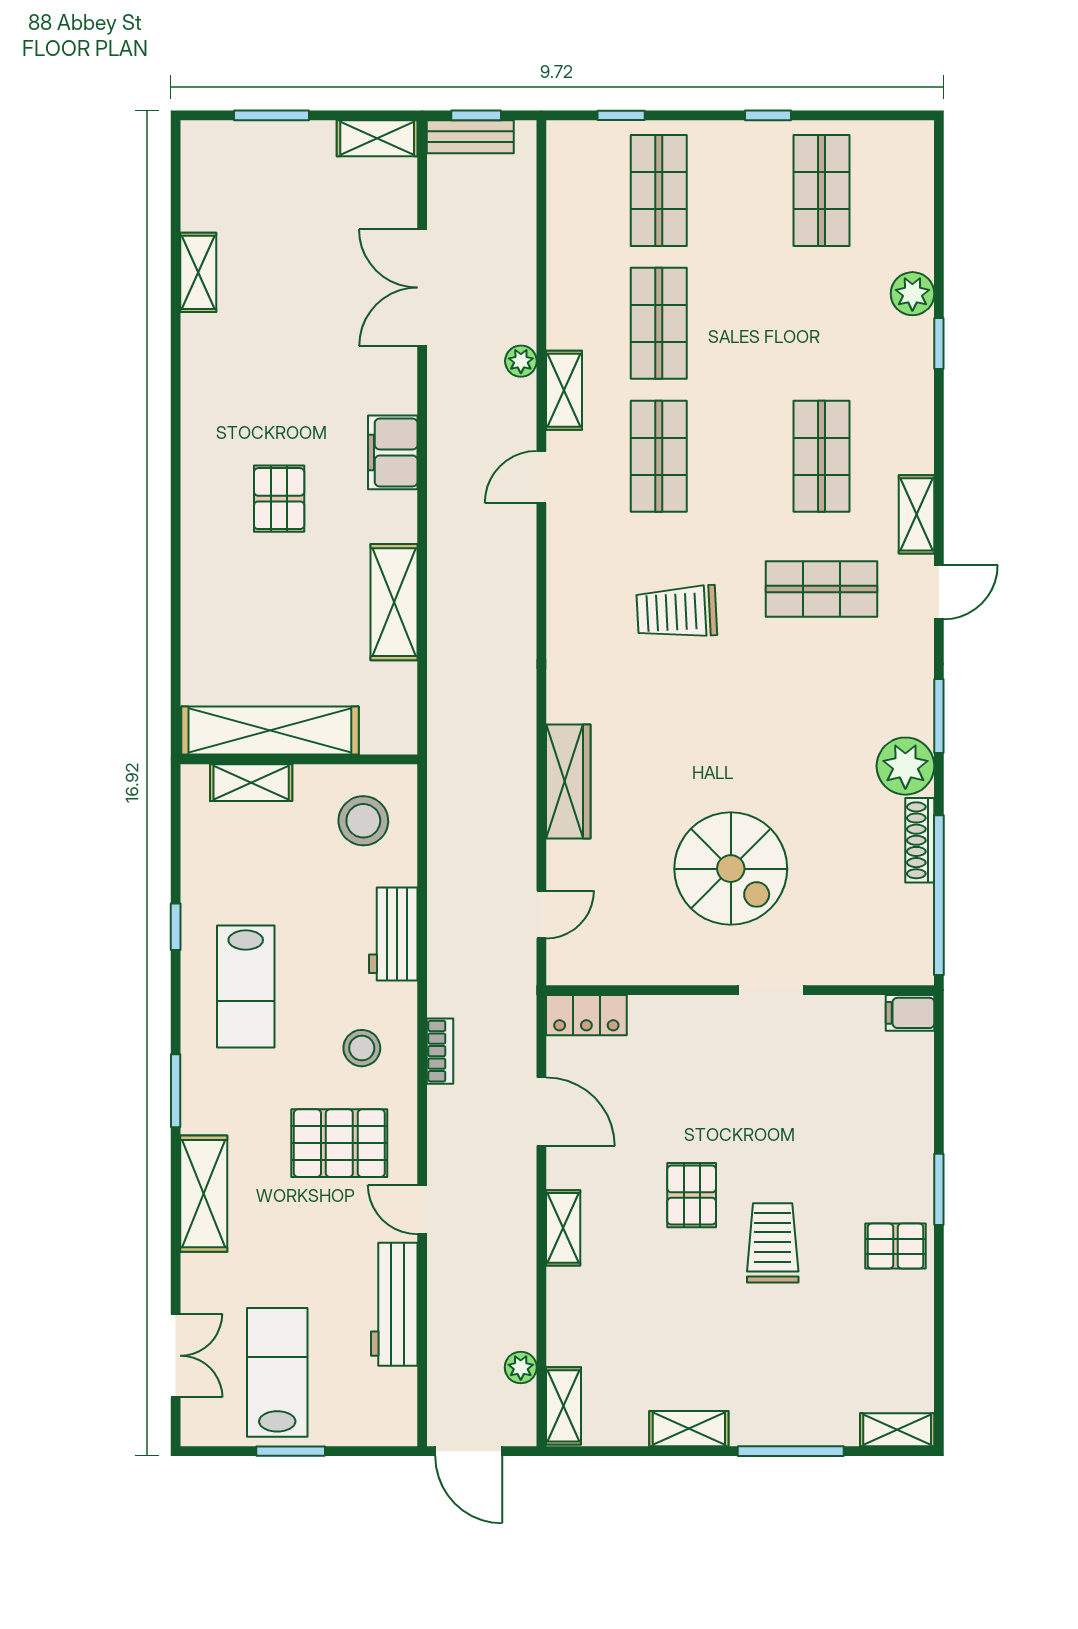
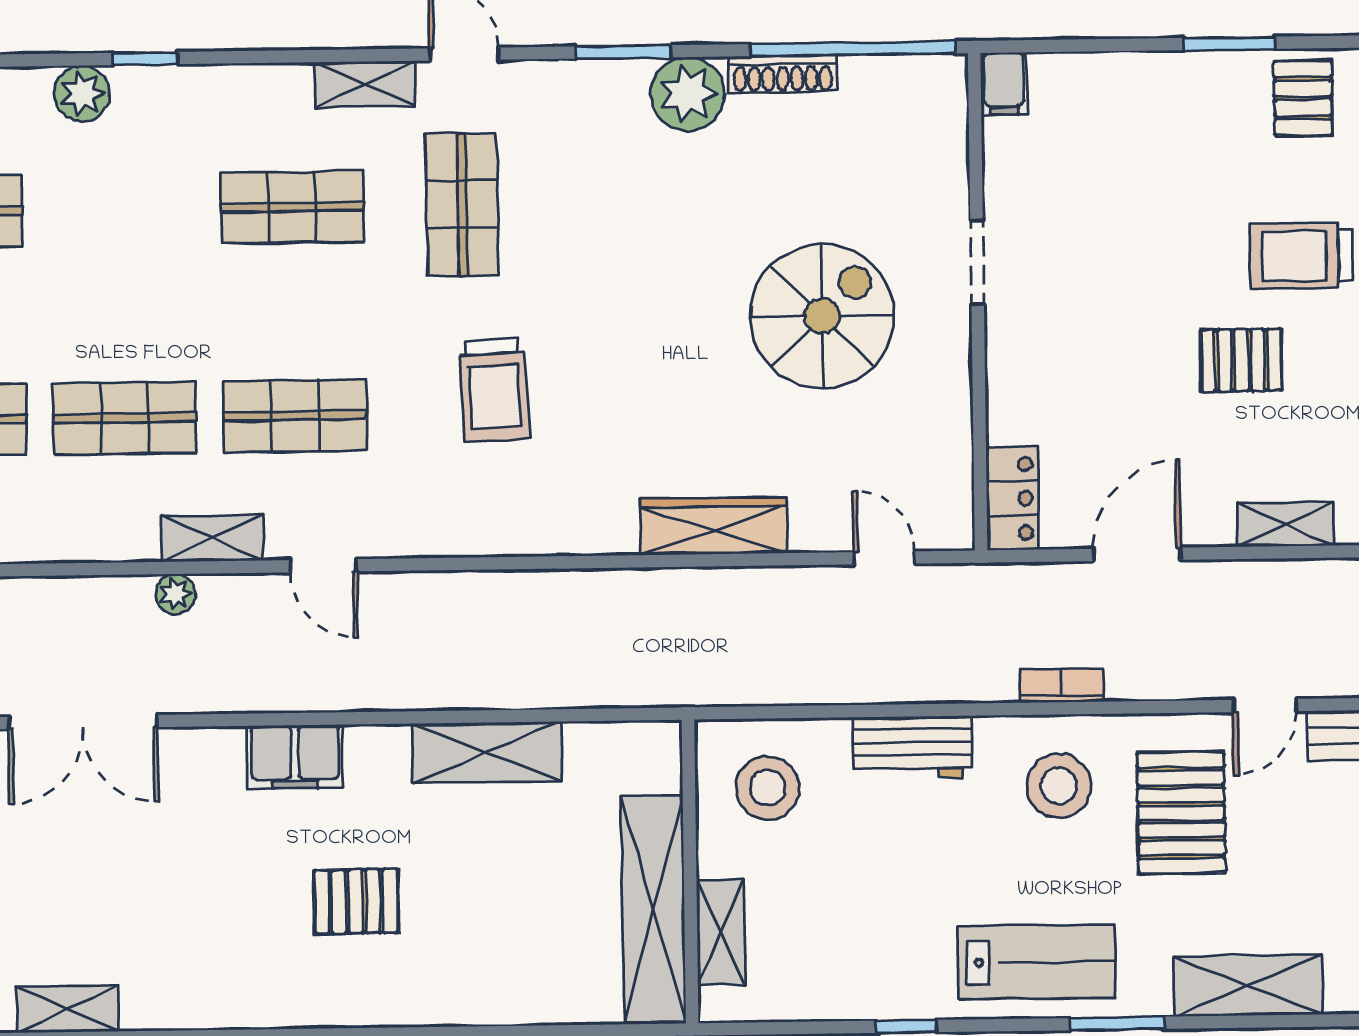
lab bench: (246, 986) -> (1037, 962), moved
stool: (362, 1048) -> (1059, 786), width x1.38, depth x1.38

